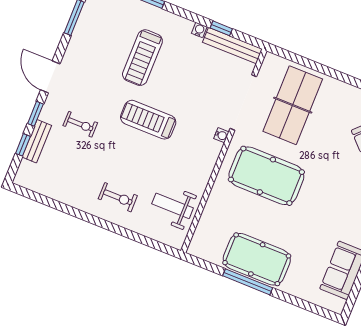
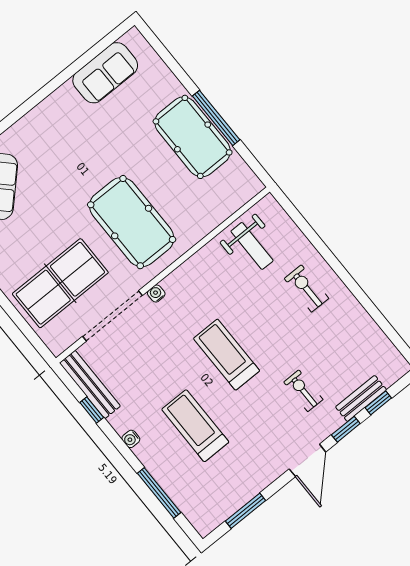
water cooler: (199, 30) -> (131, 439), moved
treadmill: (142, 58) -> (195, 426), turned -90
treadmill: (148, 120) -> (227, 355), turned 180

